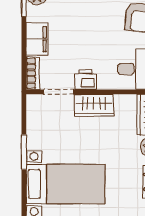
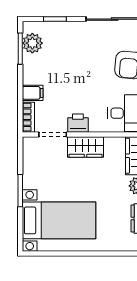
filing cabinet: (37, 39) -> (33, 93), width x0.50

